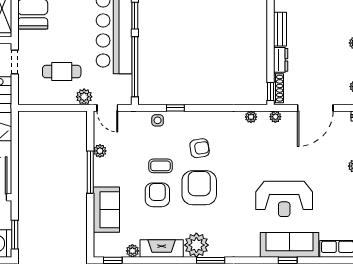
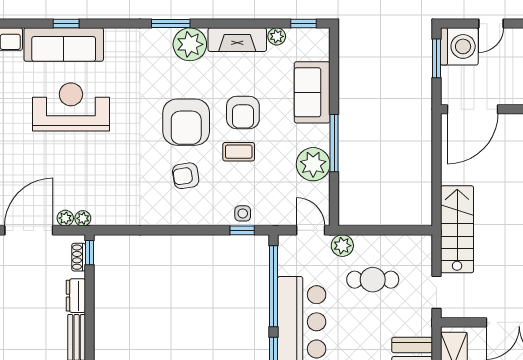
shoe rack: (278, 88) -> (79, 257), width x0.70
window: (175, 108) -> (242, 230), moved
plant: (251, 117) -> (65, 218), moved
plant: (100, 151) -> (313, 164), width x1.87, depth x1.87

